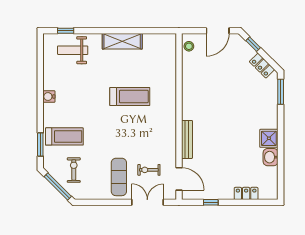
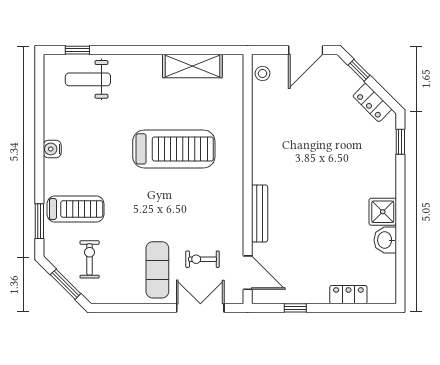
shelving: (122, 41) -> (192, 66), moved
window: (281, 92) -> (400, 142), width x0.67
treadmill: (130, 97) -> (174, 149), width x1.37, depth x1.38
window: (58, 187) -> (66, 284), width x0.69

